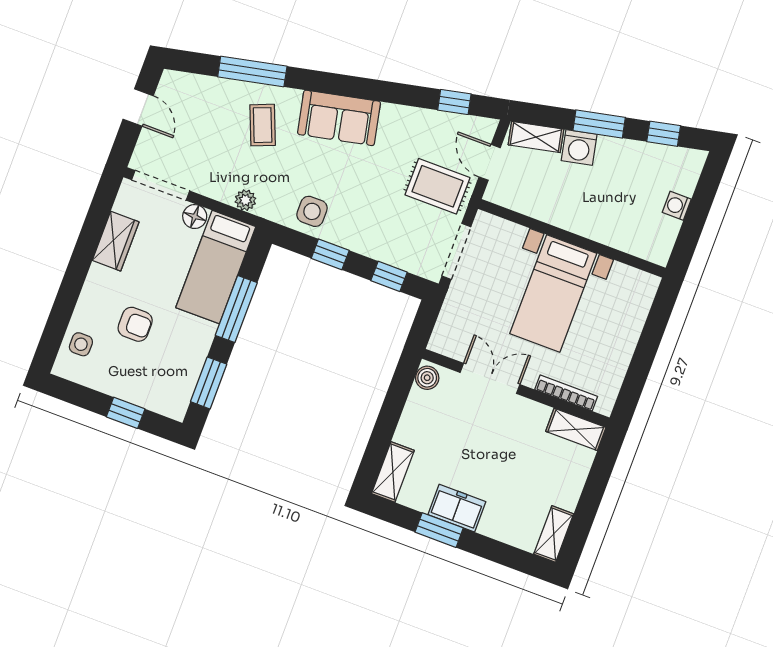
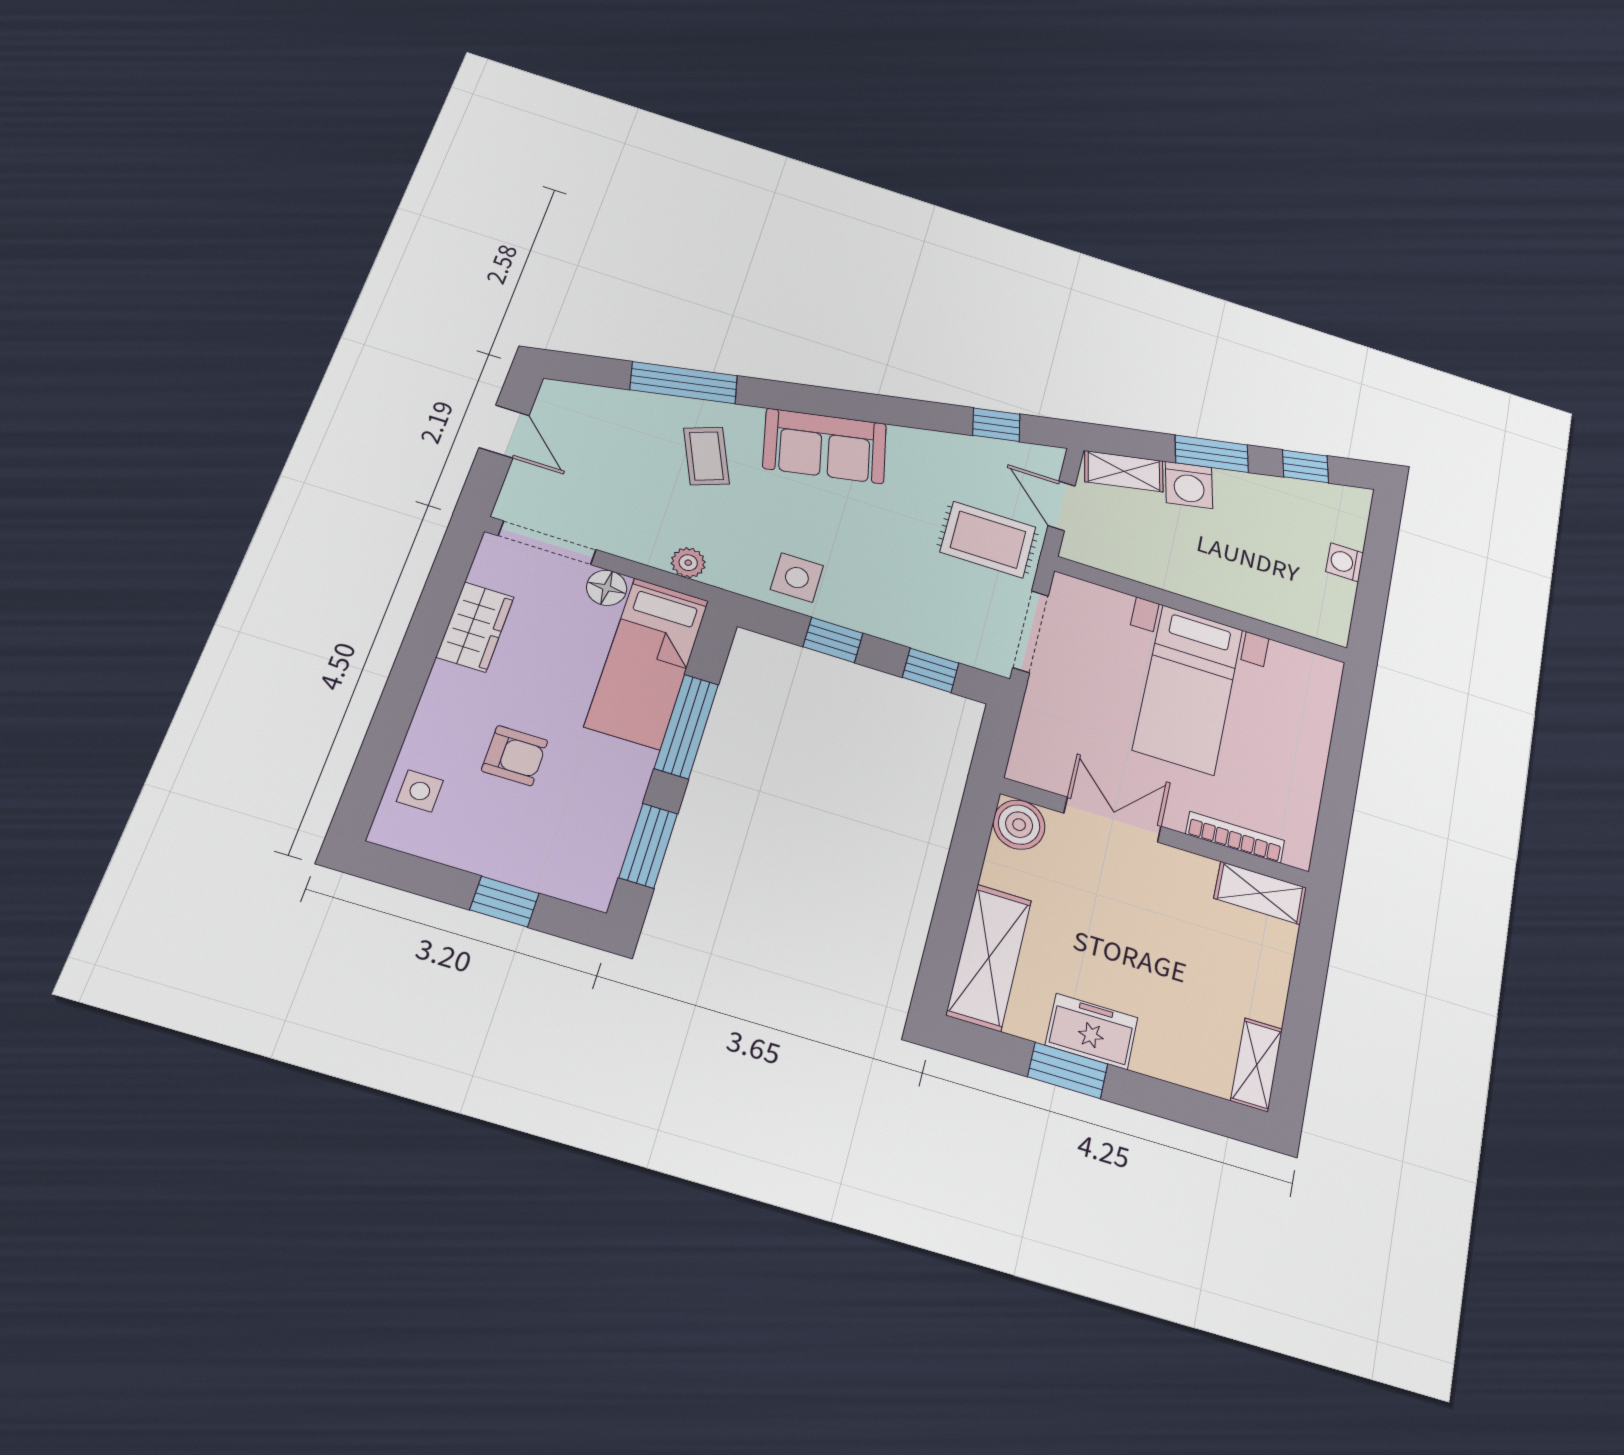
boiler: (427, 378) -> (1019, 825), width x1.36, depth x1.36
shelving: (393, 472) -> (989, 957), width x1.50, depth x1.33

